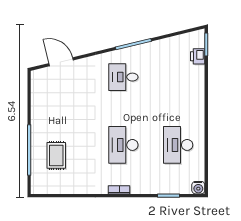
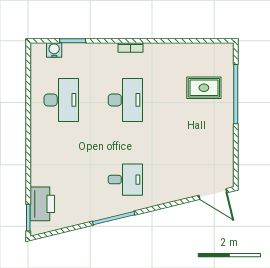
printer: (198, 56) -> (42, 204), width x1.87, depth x1.48
door: (61, 62) -> (213, 194), moved
rug: (56, 155) -> (204, 88), turned 90
water cooler: (198, 188) -> (54, 50), moved

